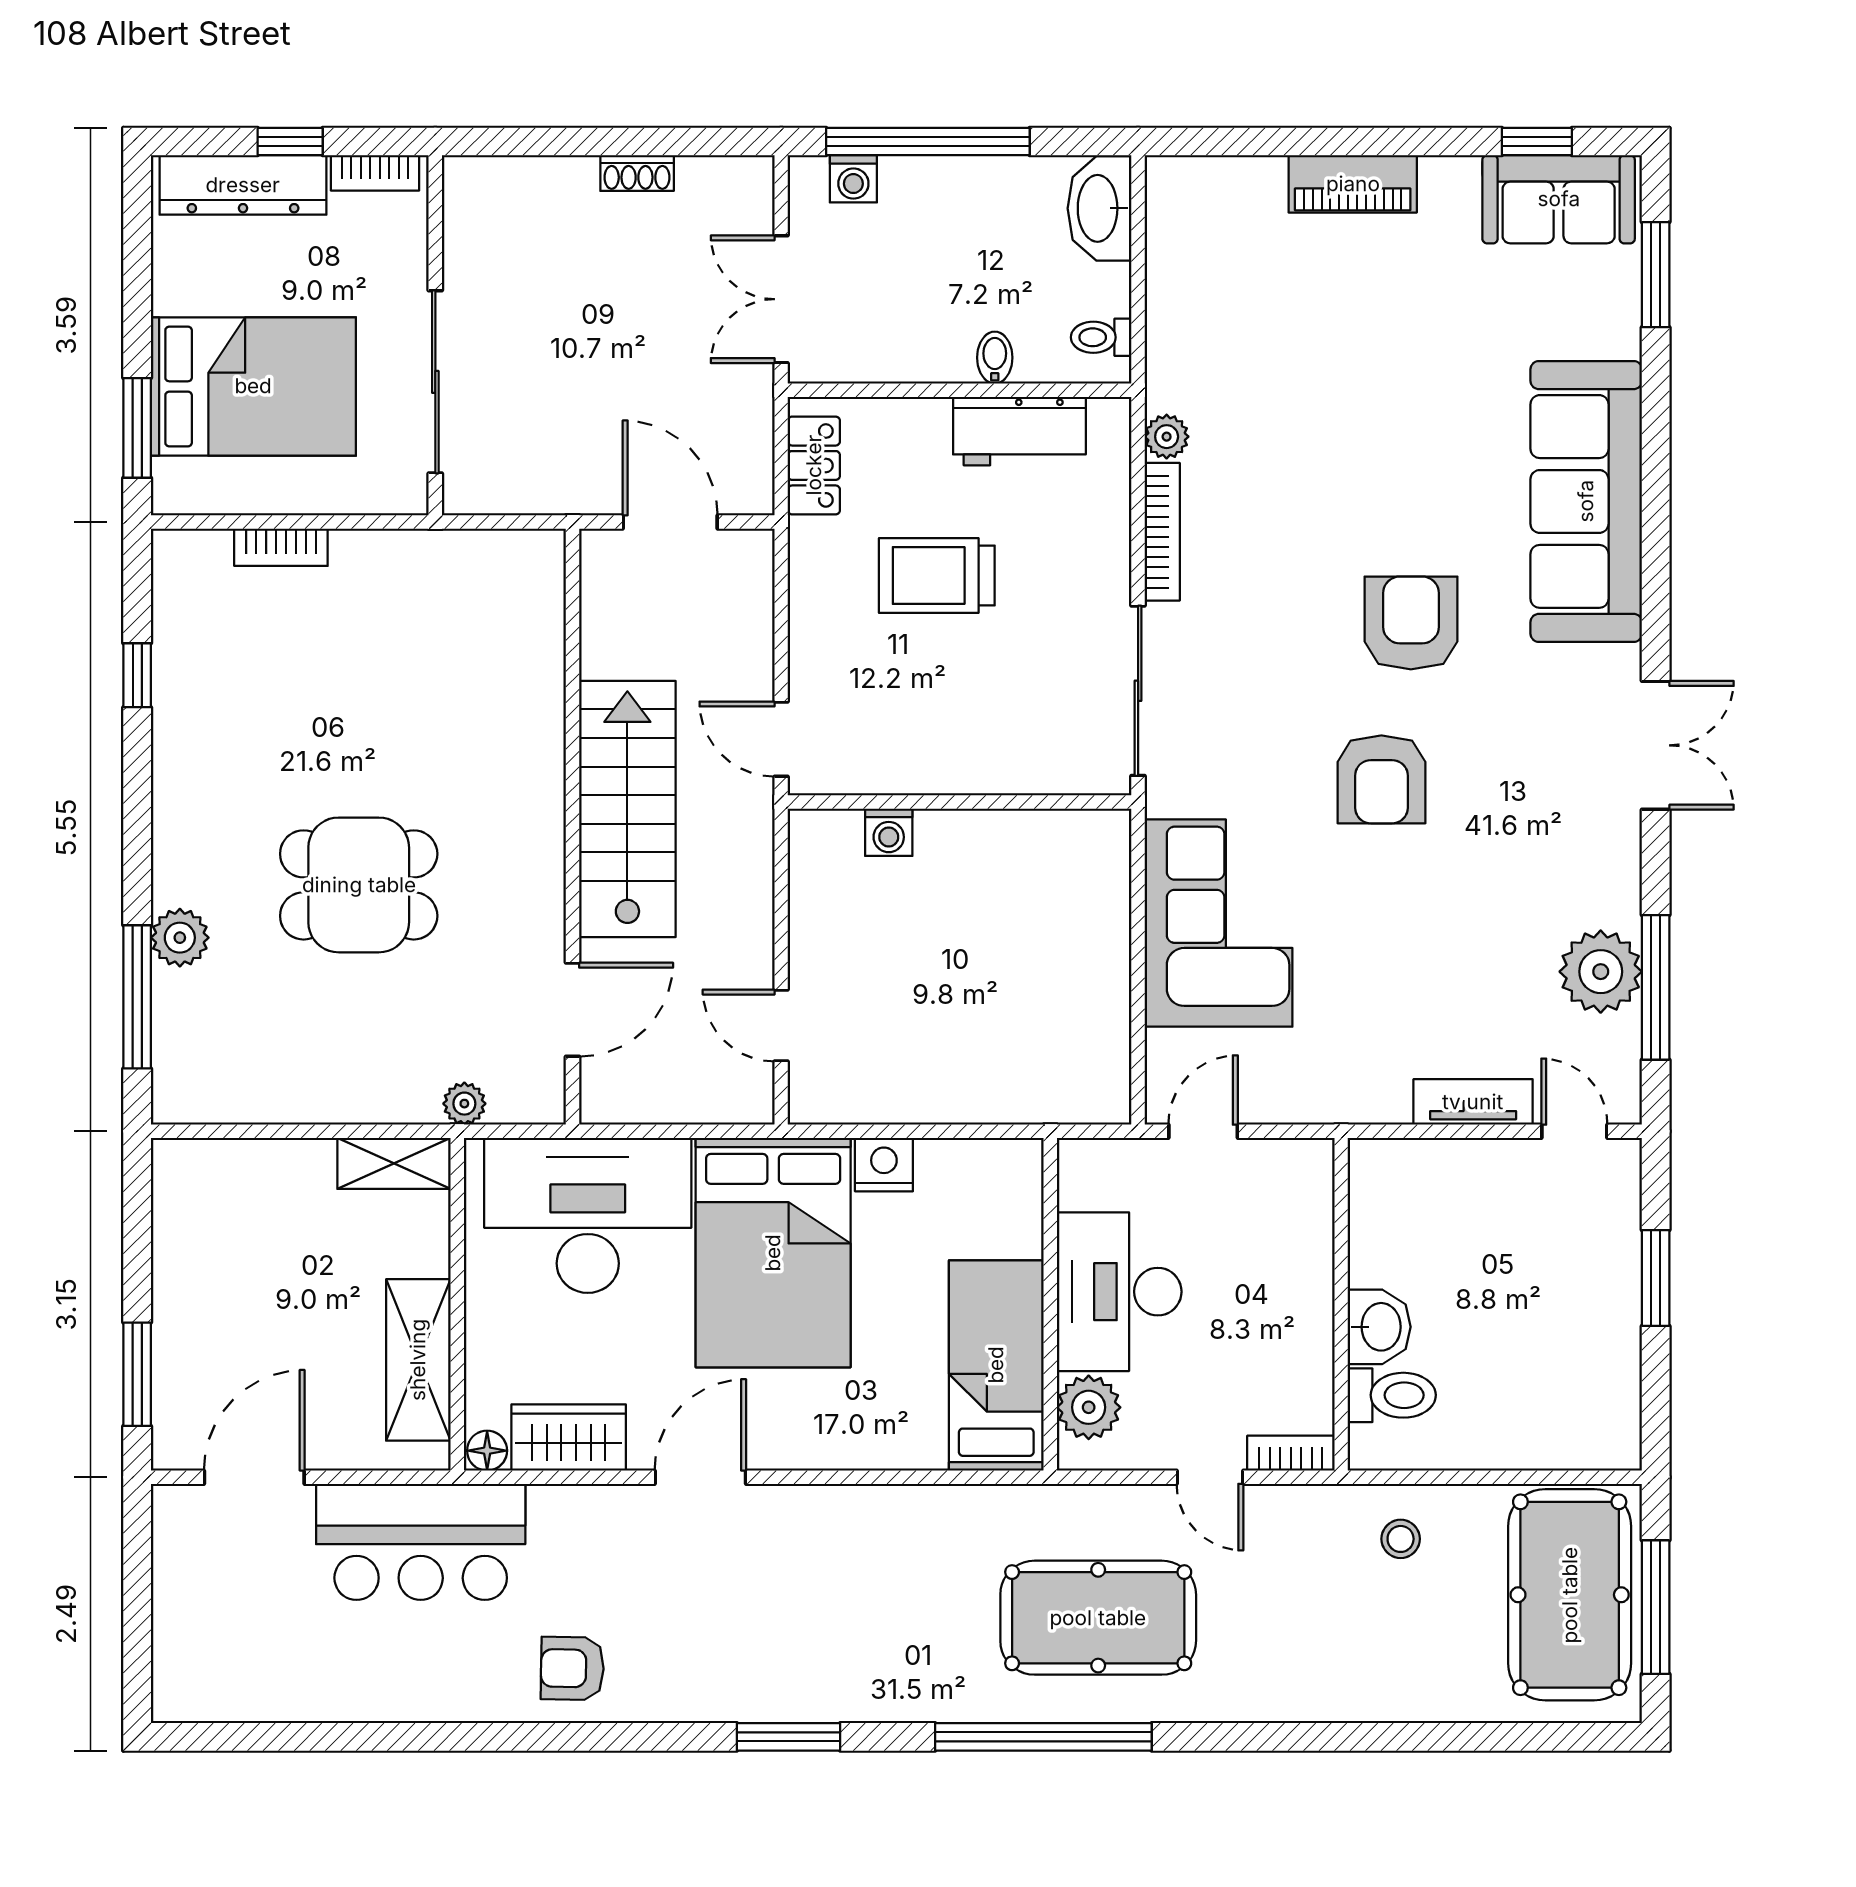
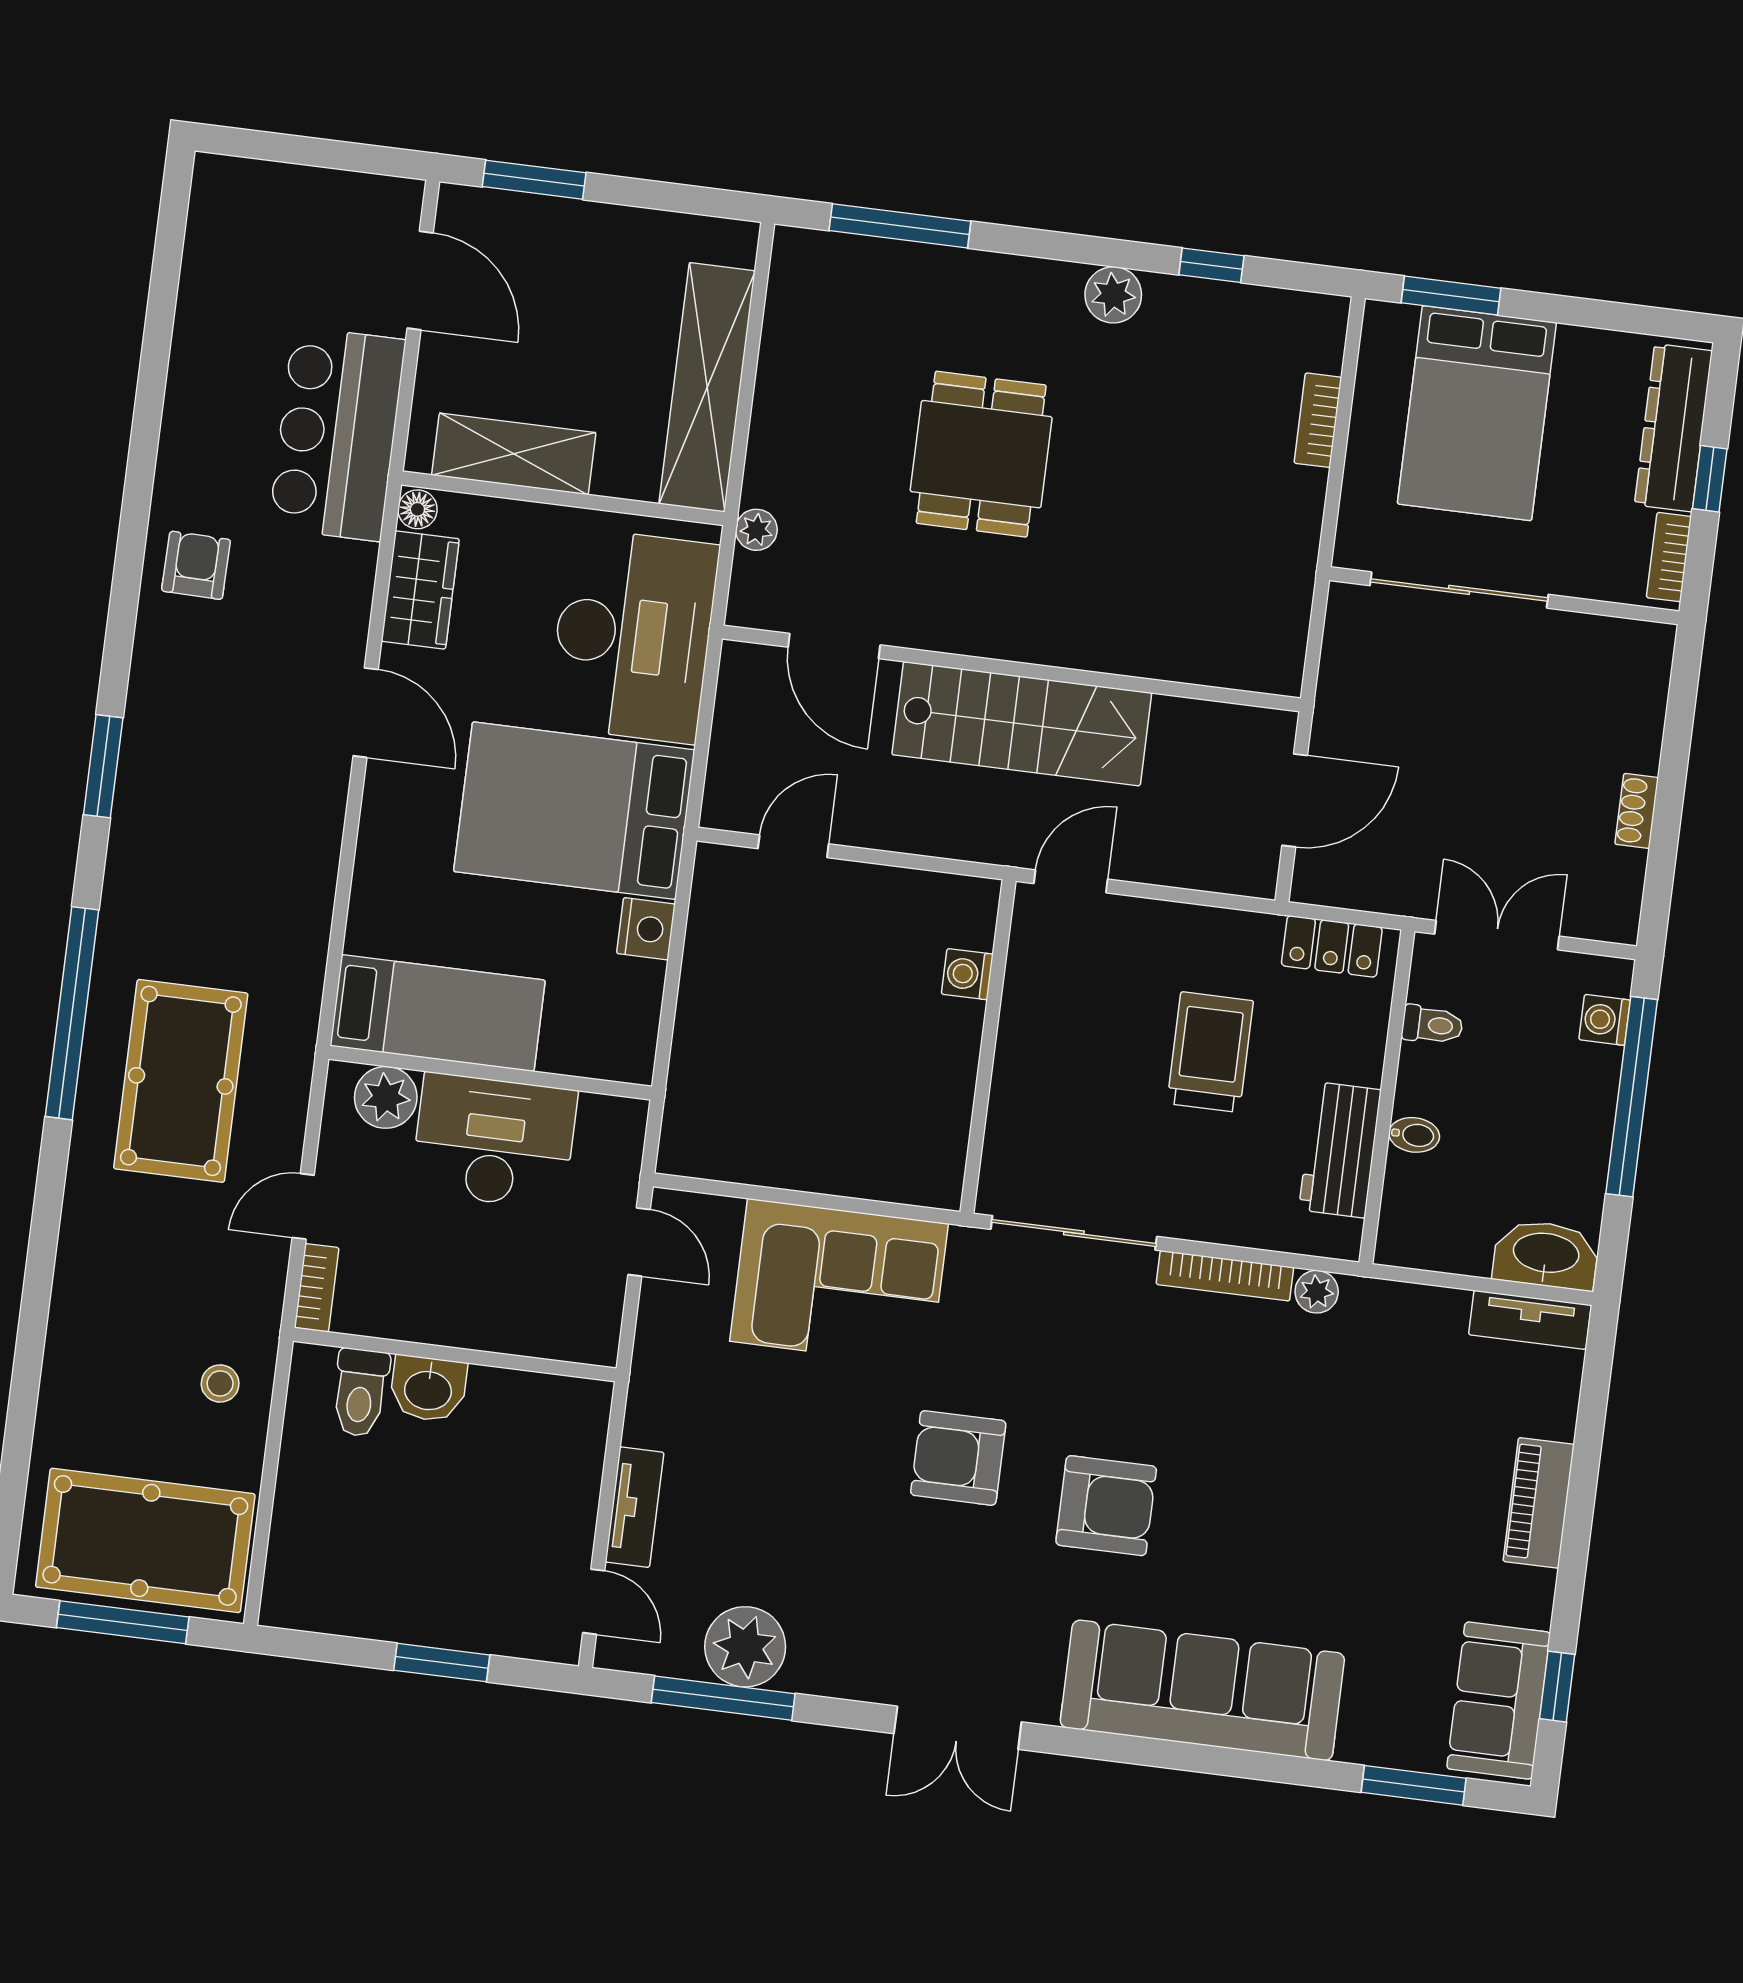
tv unit: (1168, 216) -> (1530, 1320), added
toilet: (1101, 337) -> (1432, 1025), moved, turned 90
plant: (180, 938) -> (1113, 295), moved
door: (1574, 1131) -> (594, 1602), hinge flipped
shelving: (394, 1163) -> (707, 387), width x2.20, depth x1.33

